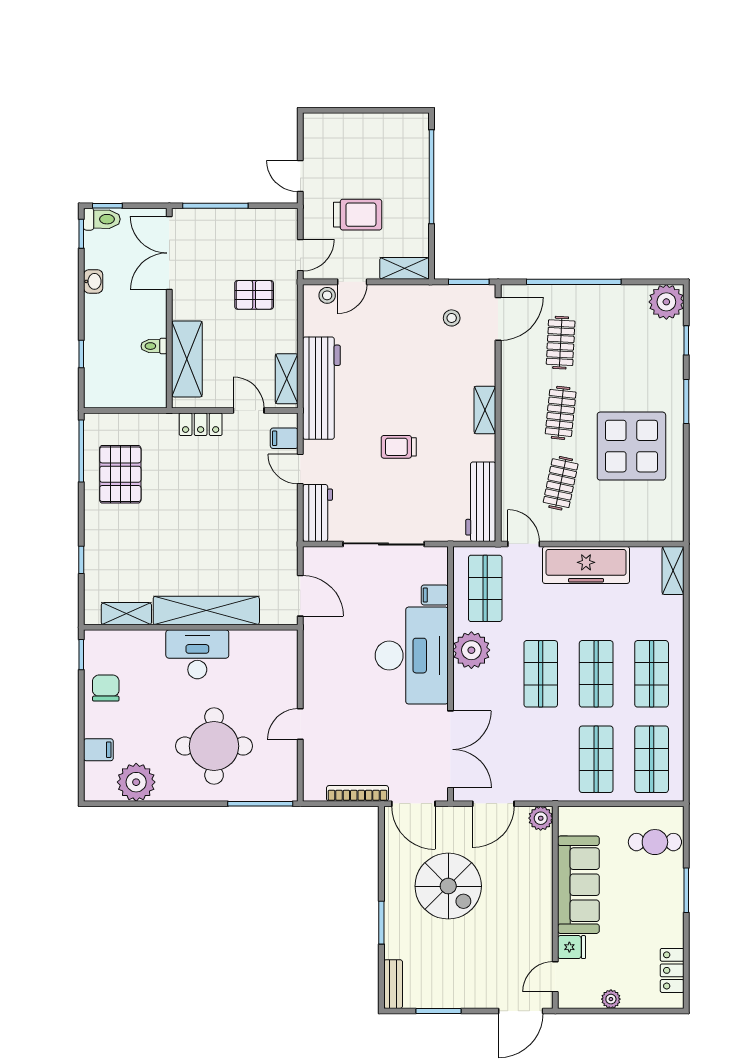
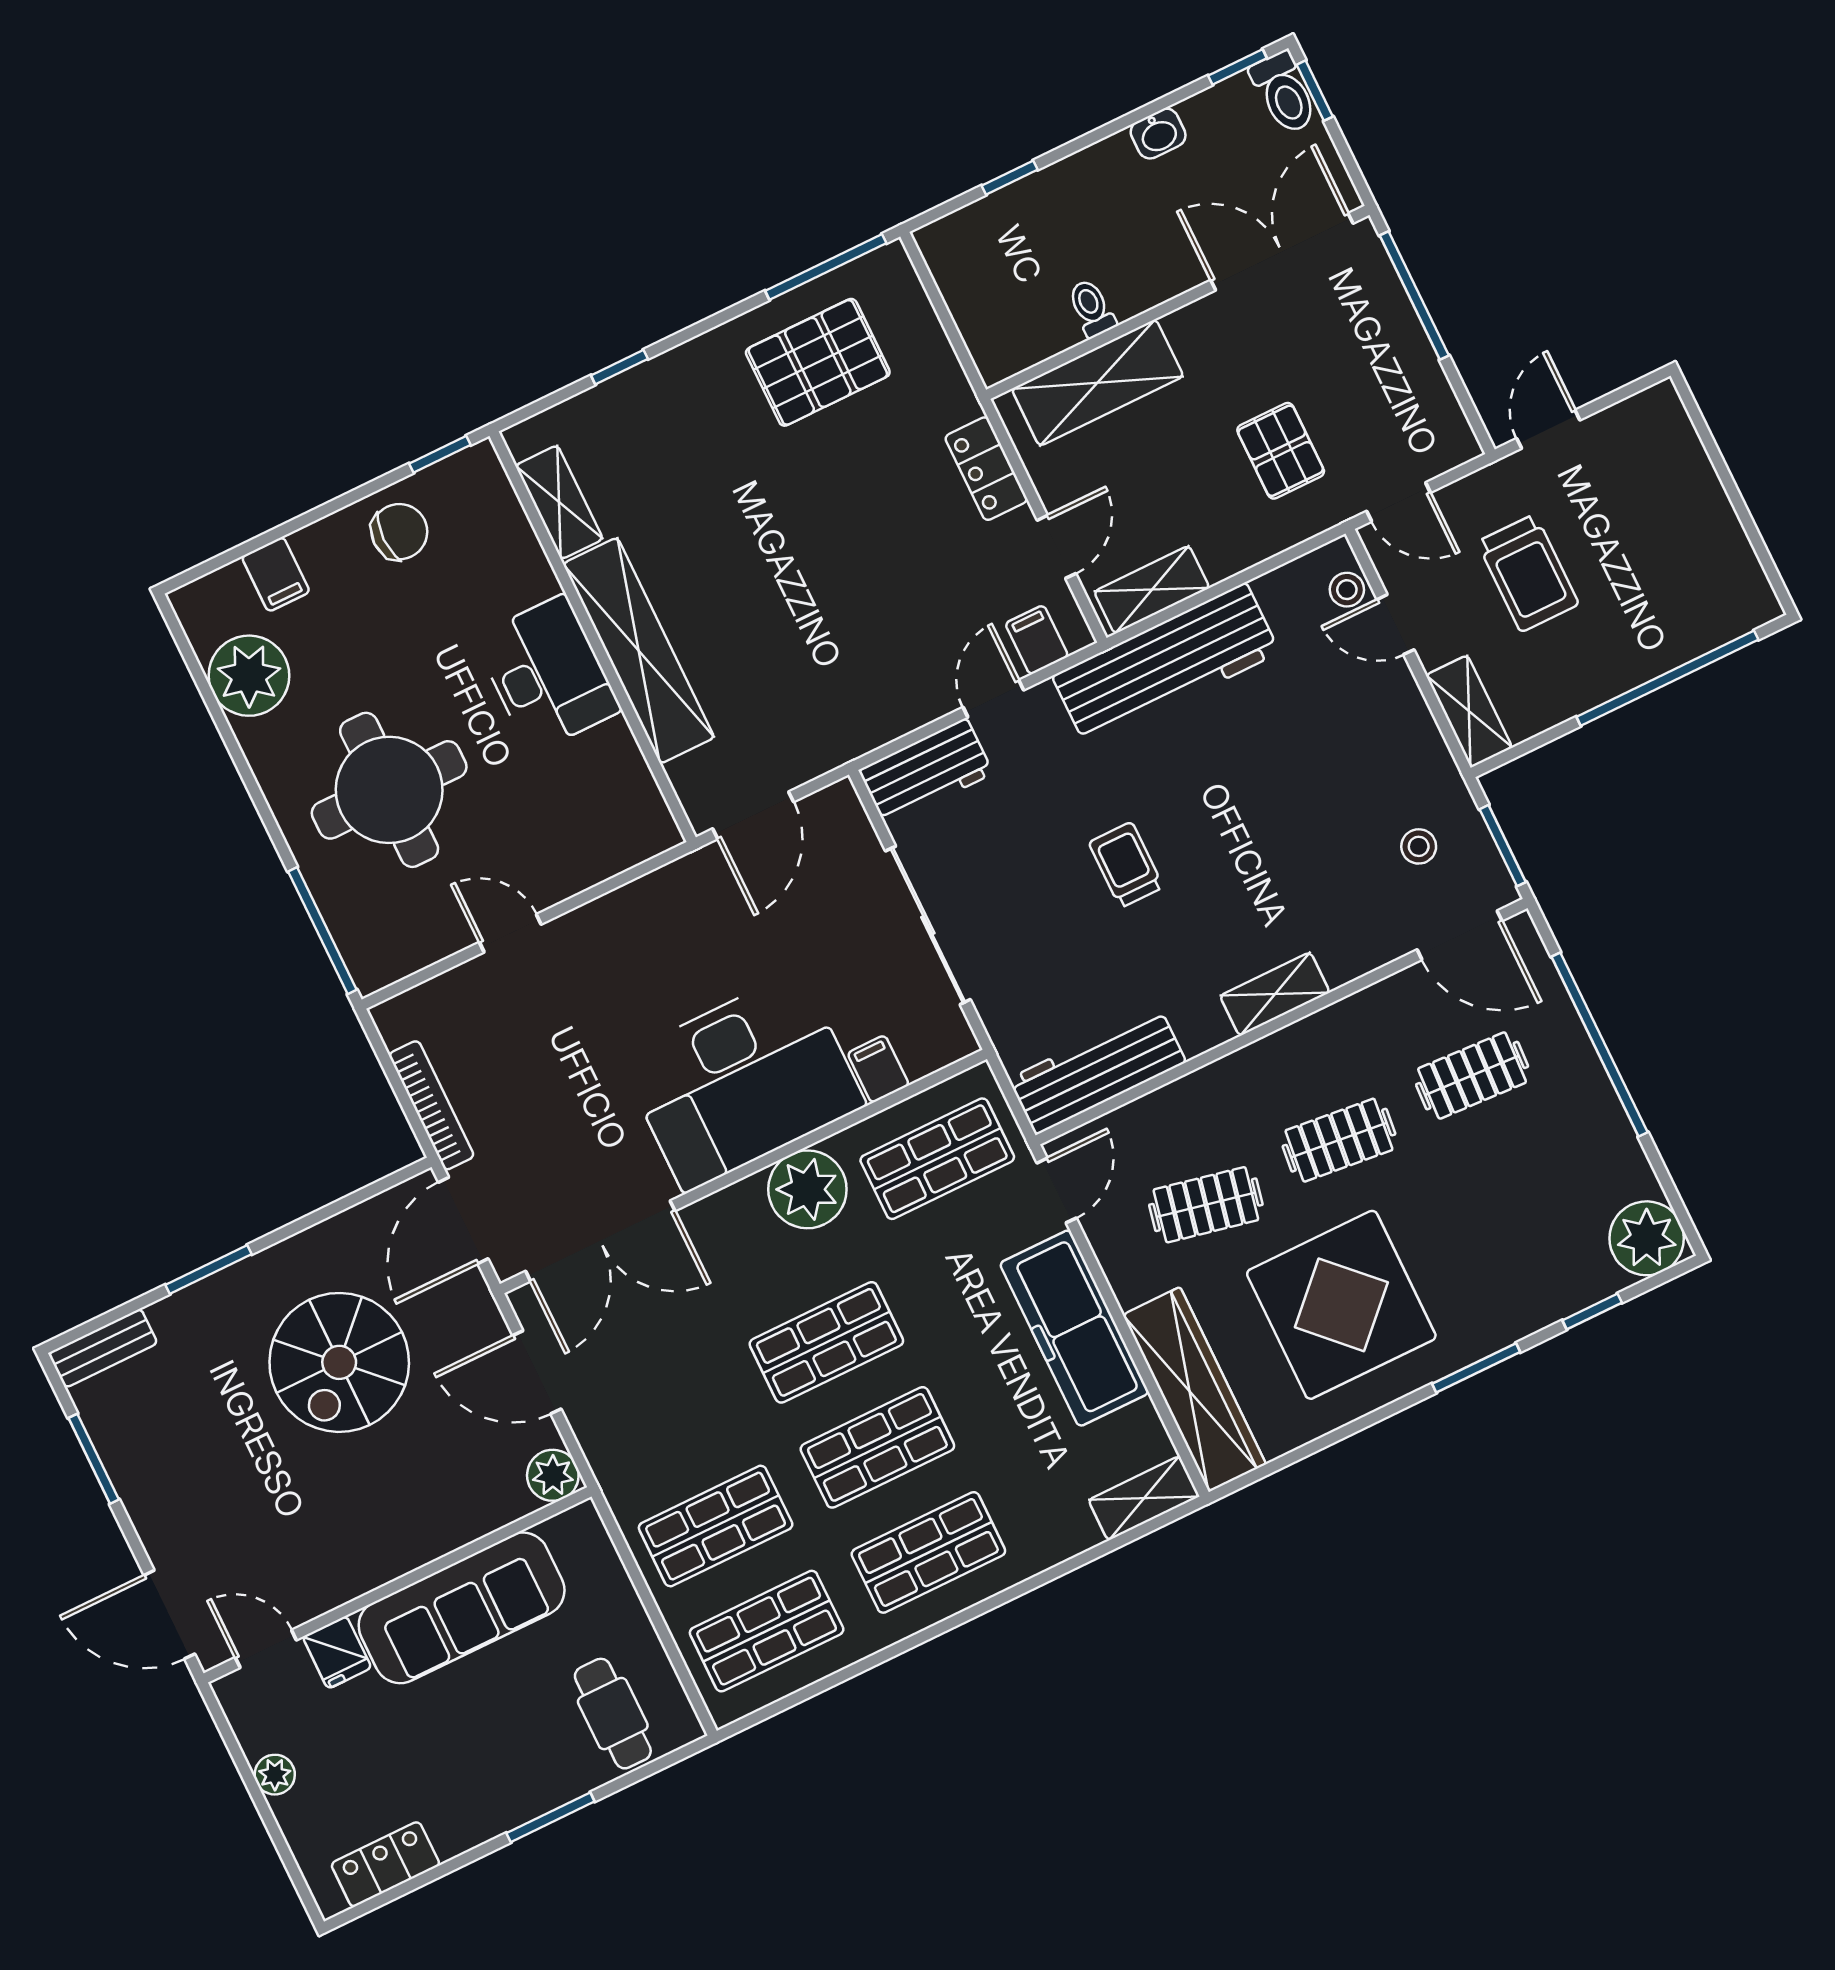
wardrobe: (637, 526) -> (1194, 1389), added

